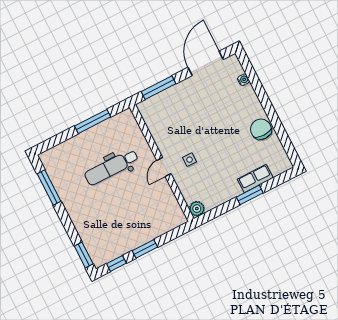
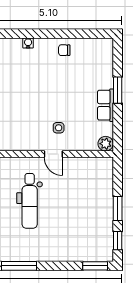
water cooler: (243, 80) -> (28, 43), moved
chair: (261, 129) -> (64, 50), width x0.54, depth x0.54
row of seats: (255, 179) -> (106, 105), moved

